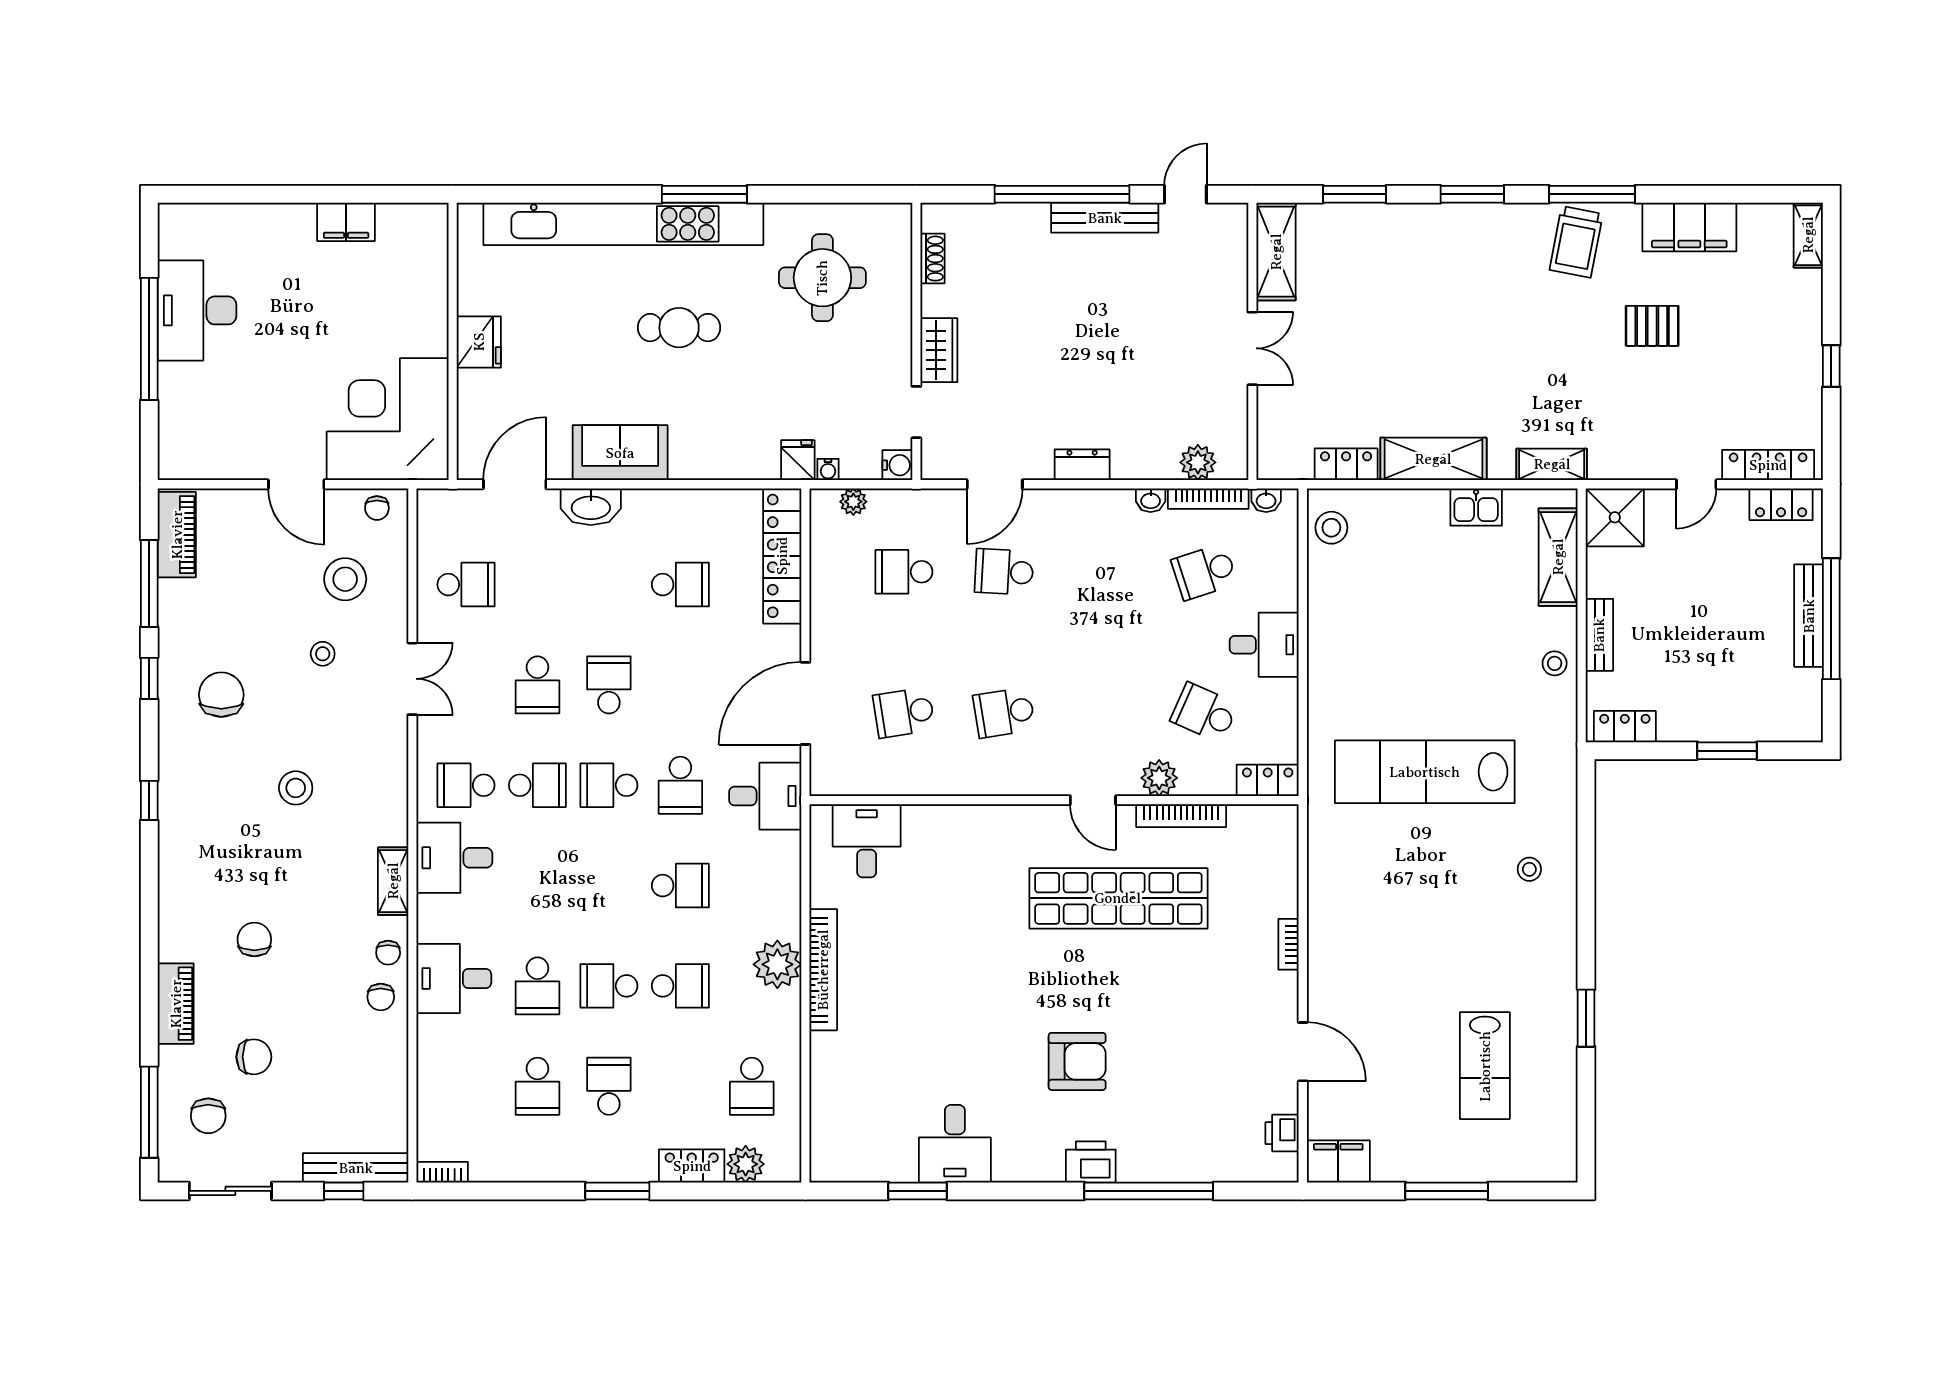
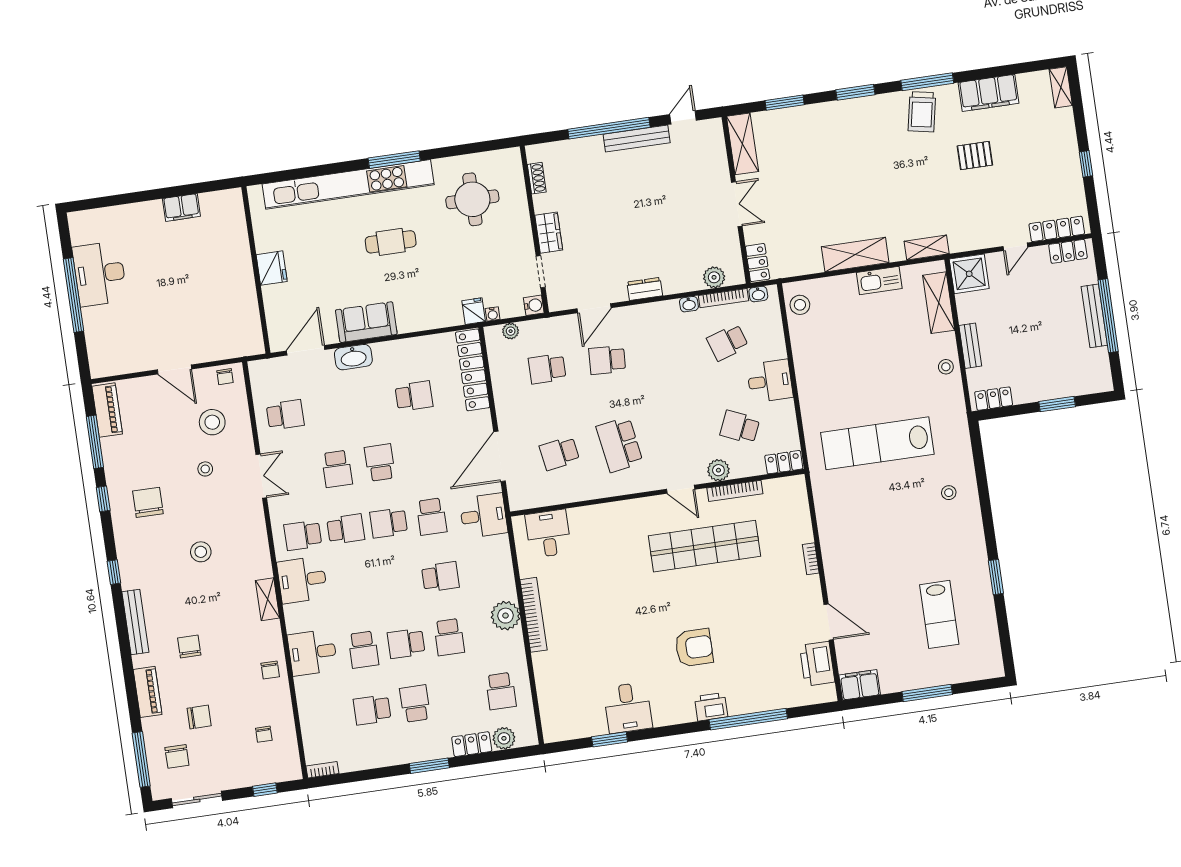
corner desk: (388, 419) -> (224, 322), removed
locker: (1346, 464) -> (758, 263), moved, turned 90
kitchen sink: (1476, 507) -> (879, 281), width x1.38
school desk: (1004, 713) -> (620, 445), width x1.85
chair: (388, 953) -> (264, 734), moved
school desk: (680, 986) -> (449, 637), turned 90
school desk: (537, 1086) -> (372, 710), turned 90
printer: (1282, 1133) -> (817, 664), width x1.87, depth x1.48
bench: (356, 1168) -> (135, 622), moved, turned 90

